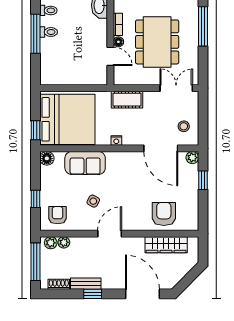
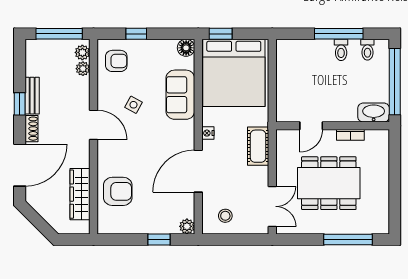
floor lamp: (118, 42) -> (329, 136), removed
door: (161, 148) -> (198, 171), moved
shoe rack: (59, 284) -> (31, 129), moved

